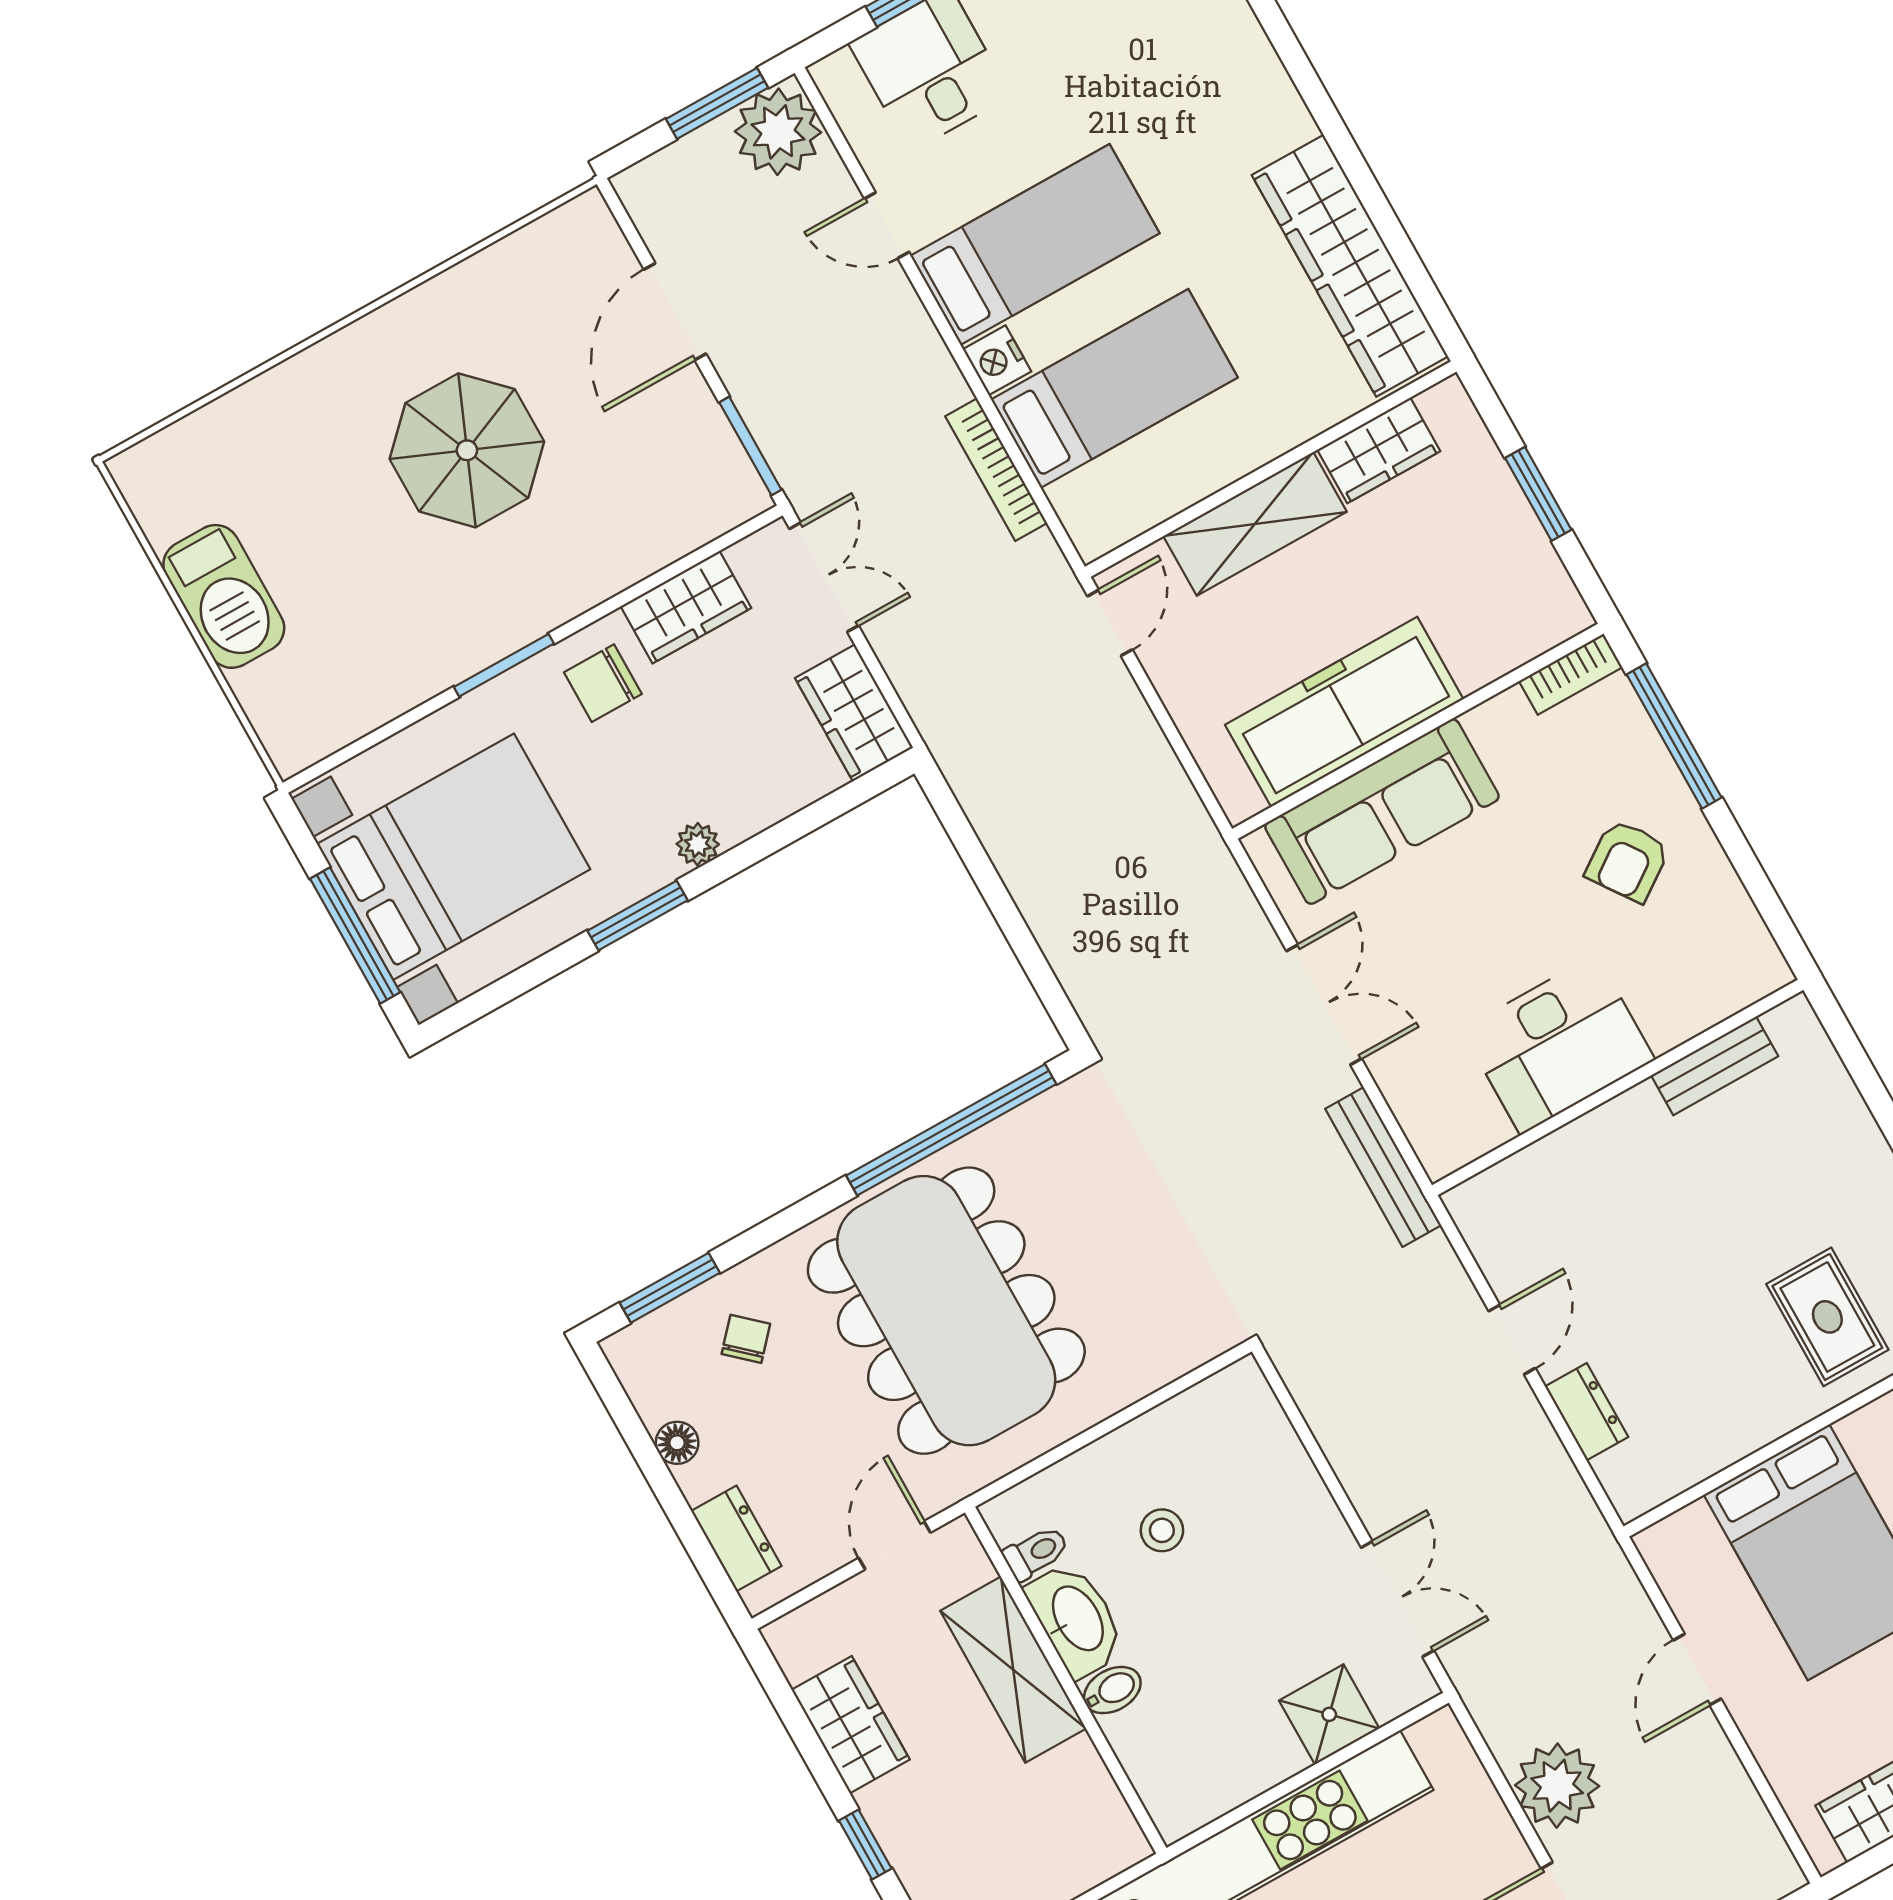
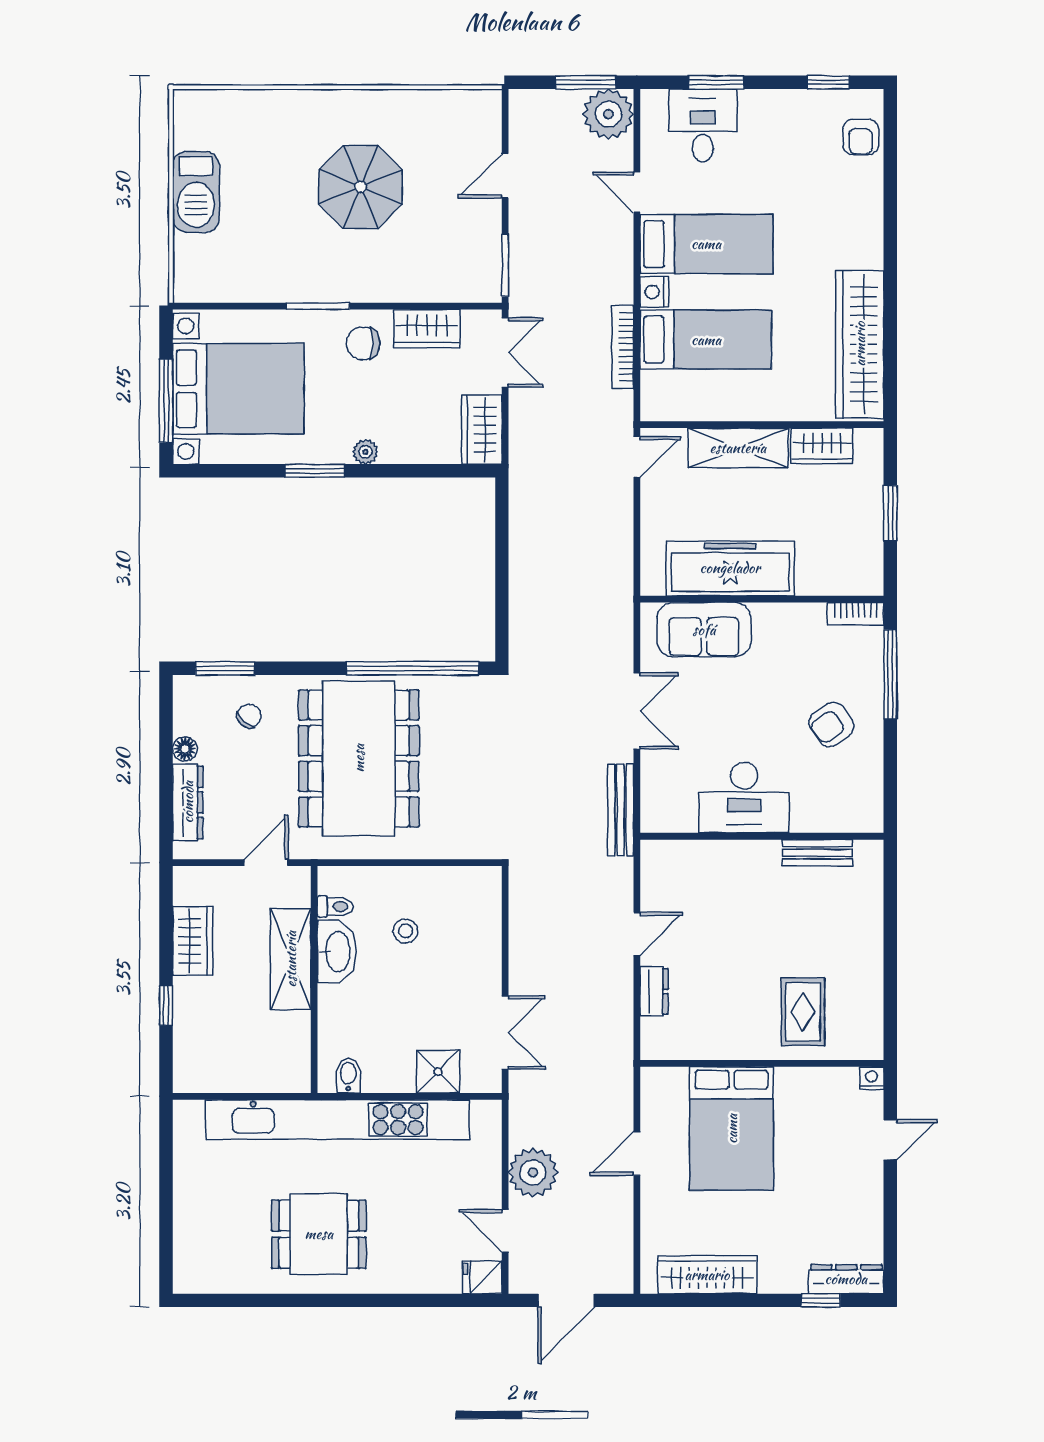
door: (675, 312) -> (505, 176), width x0.73
sofa: (1382, 812) -> (704, 630), width x0.73
dresser: (736, 1538) -> (188, 802), width x1.44
bidet: (1112, 1690) -> (348, 1075), moved, turned -90

